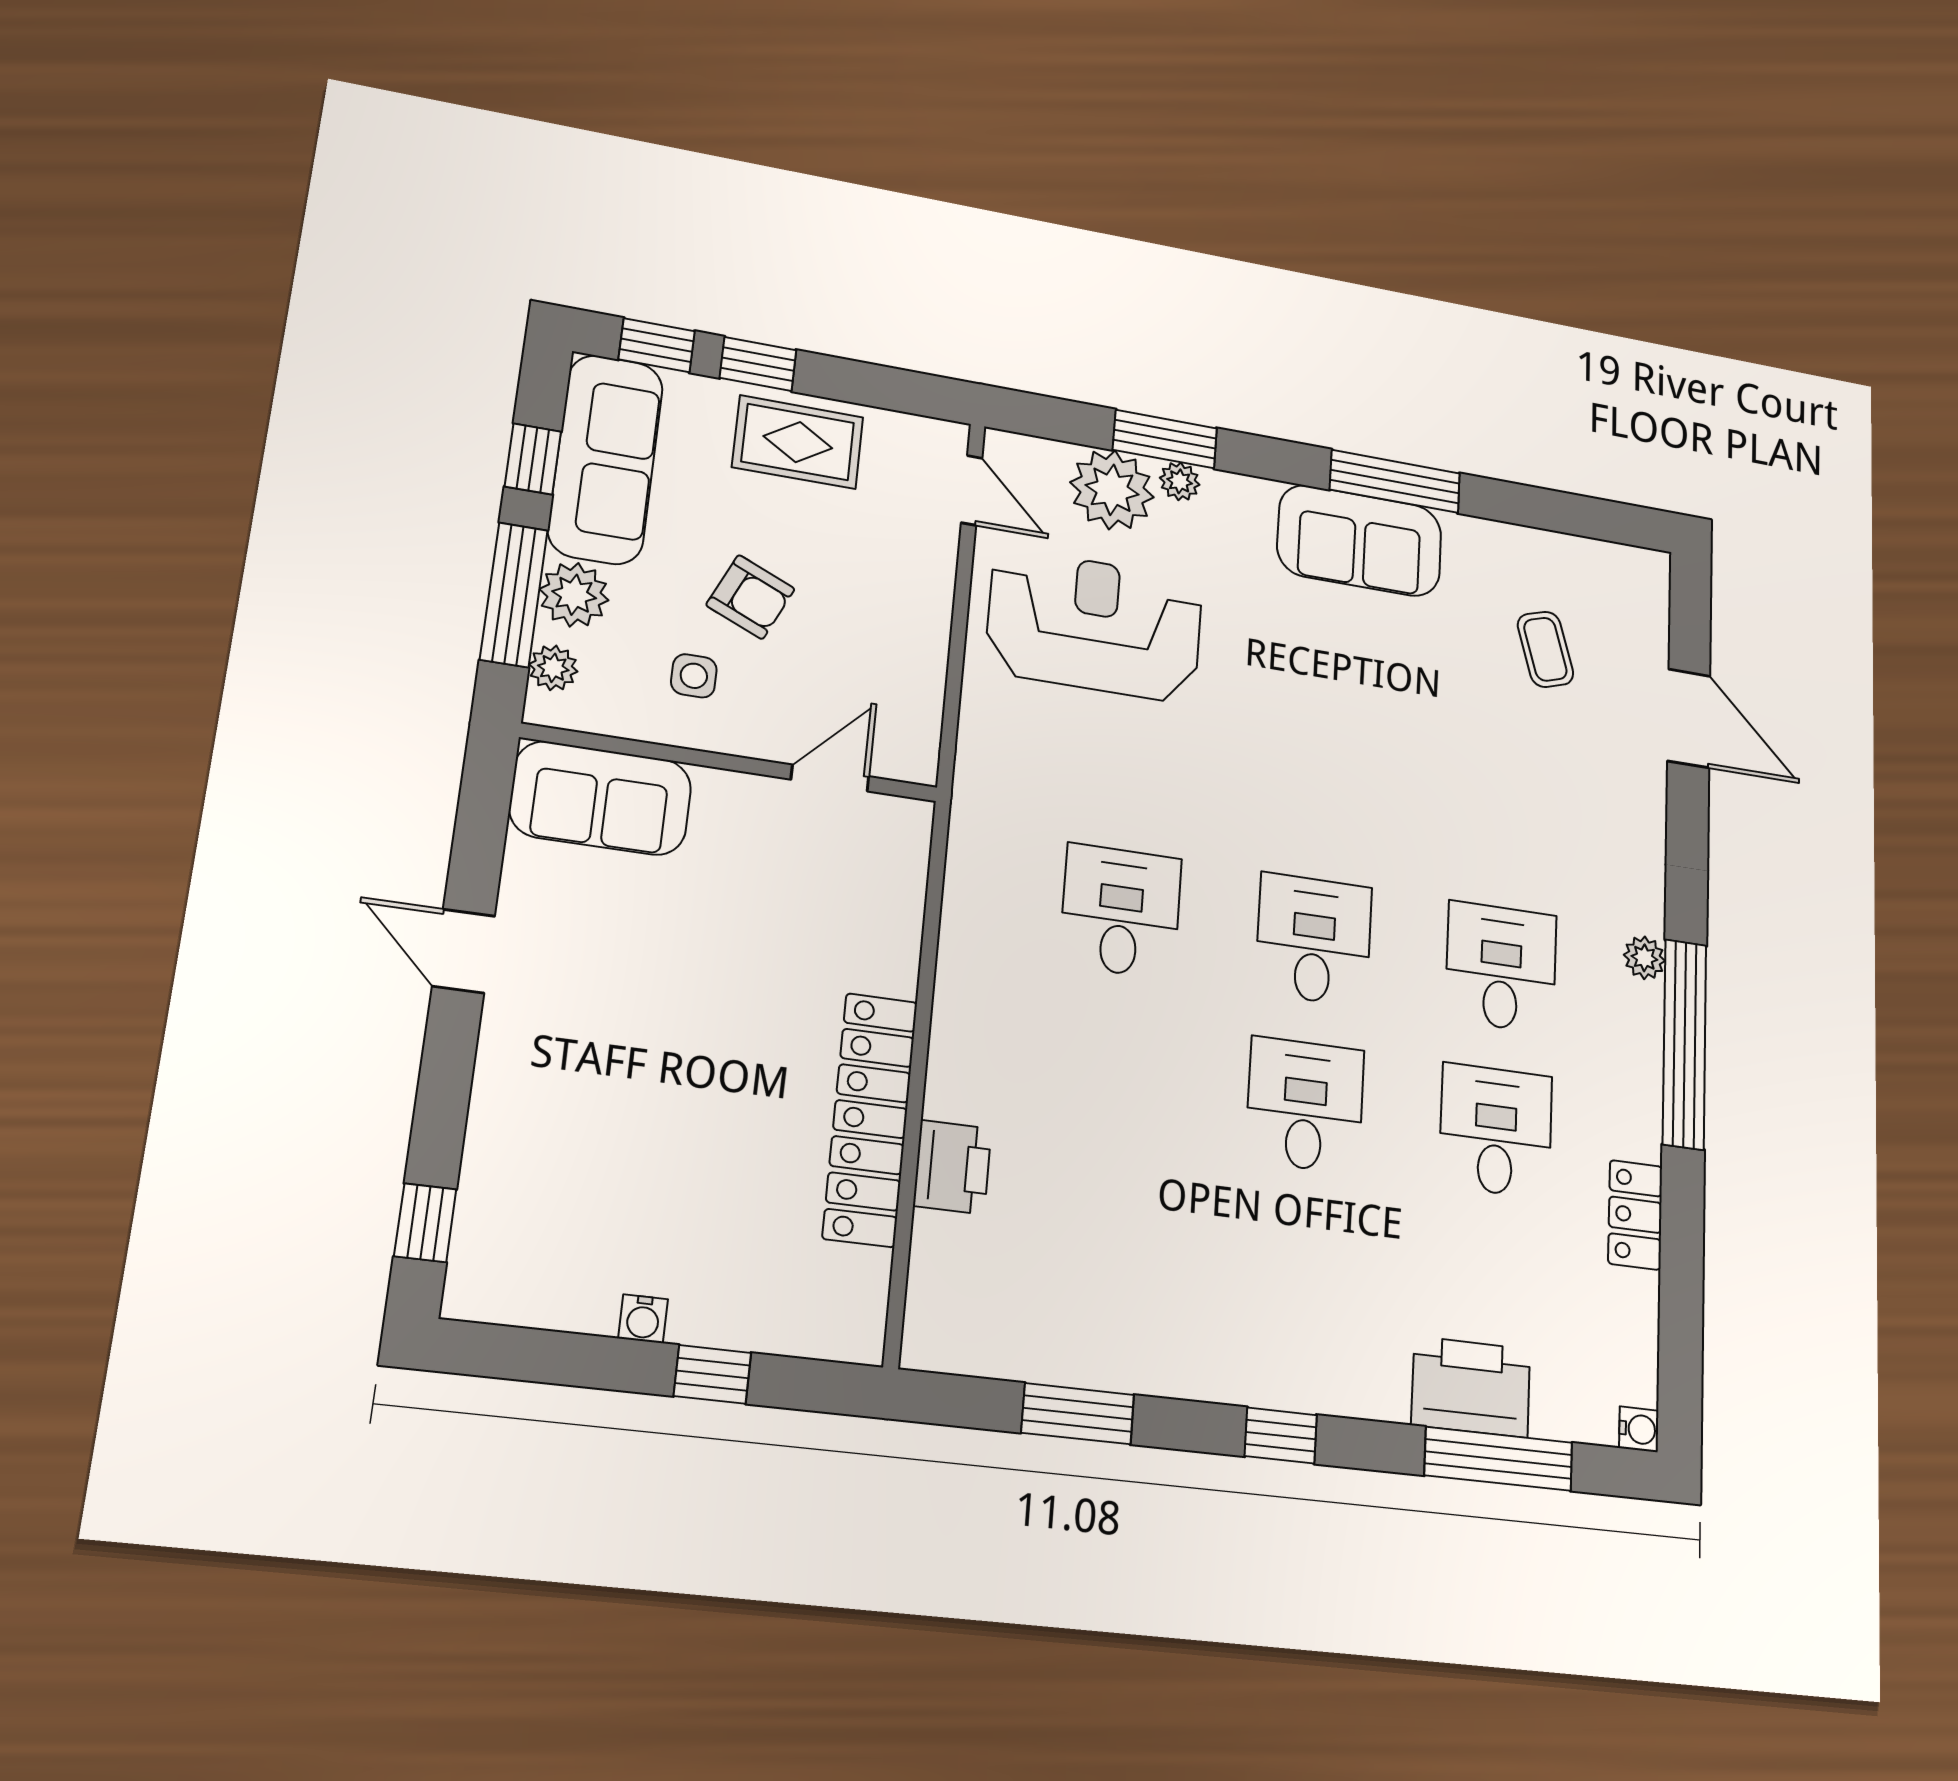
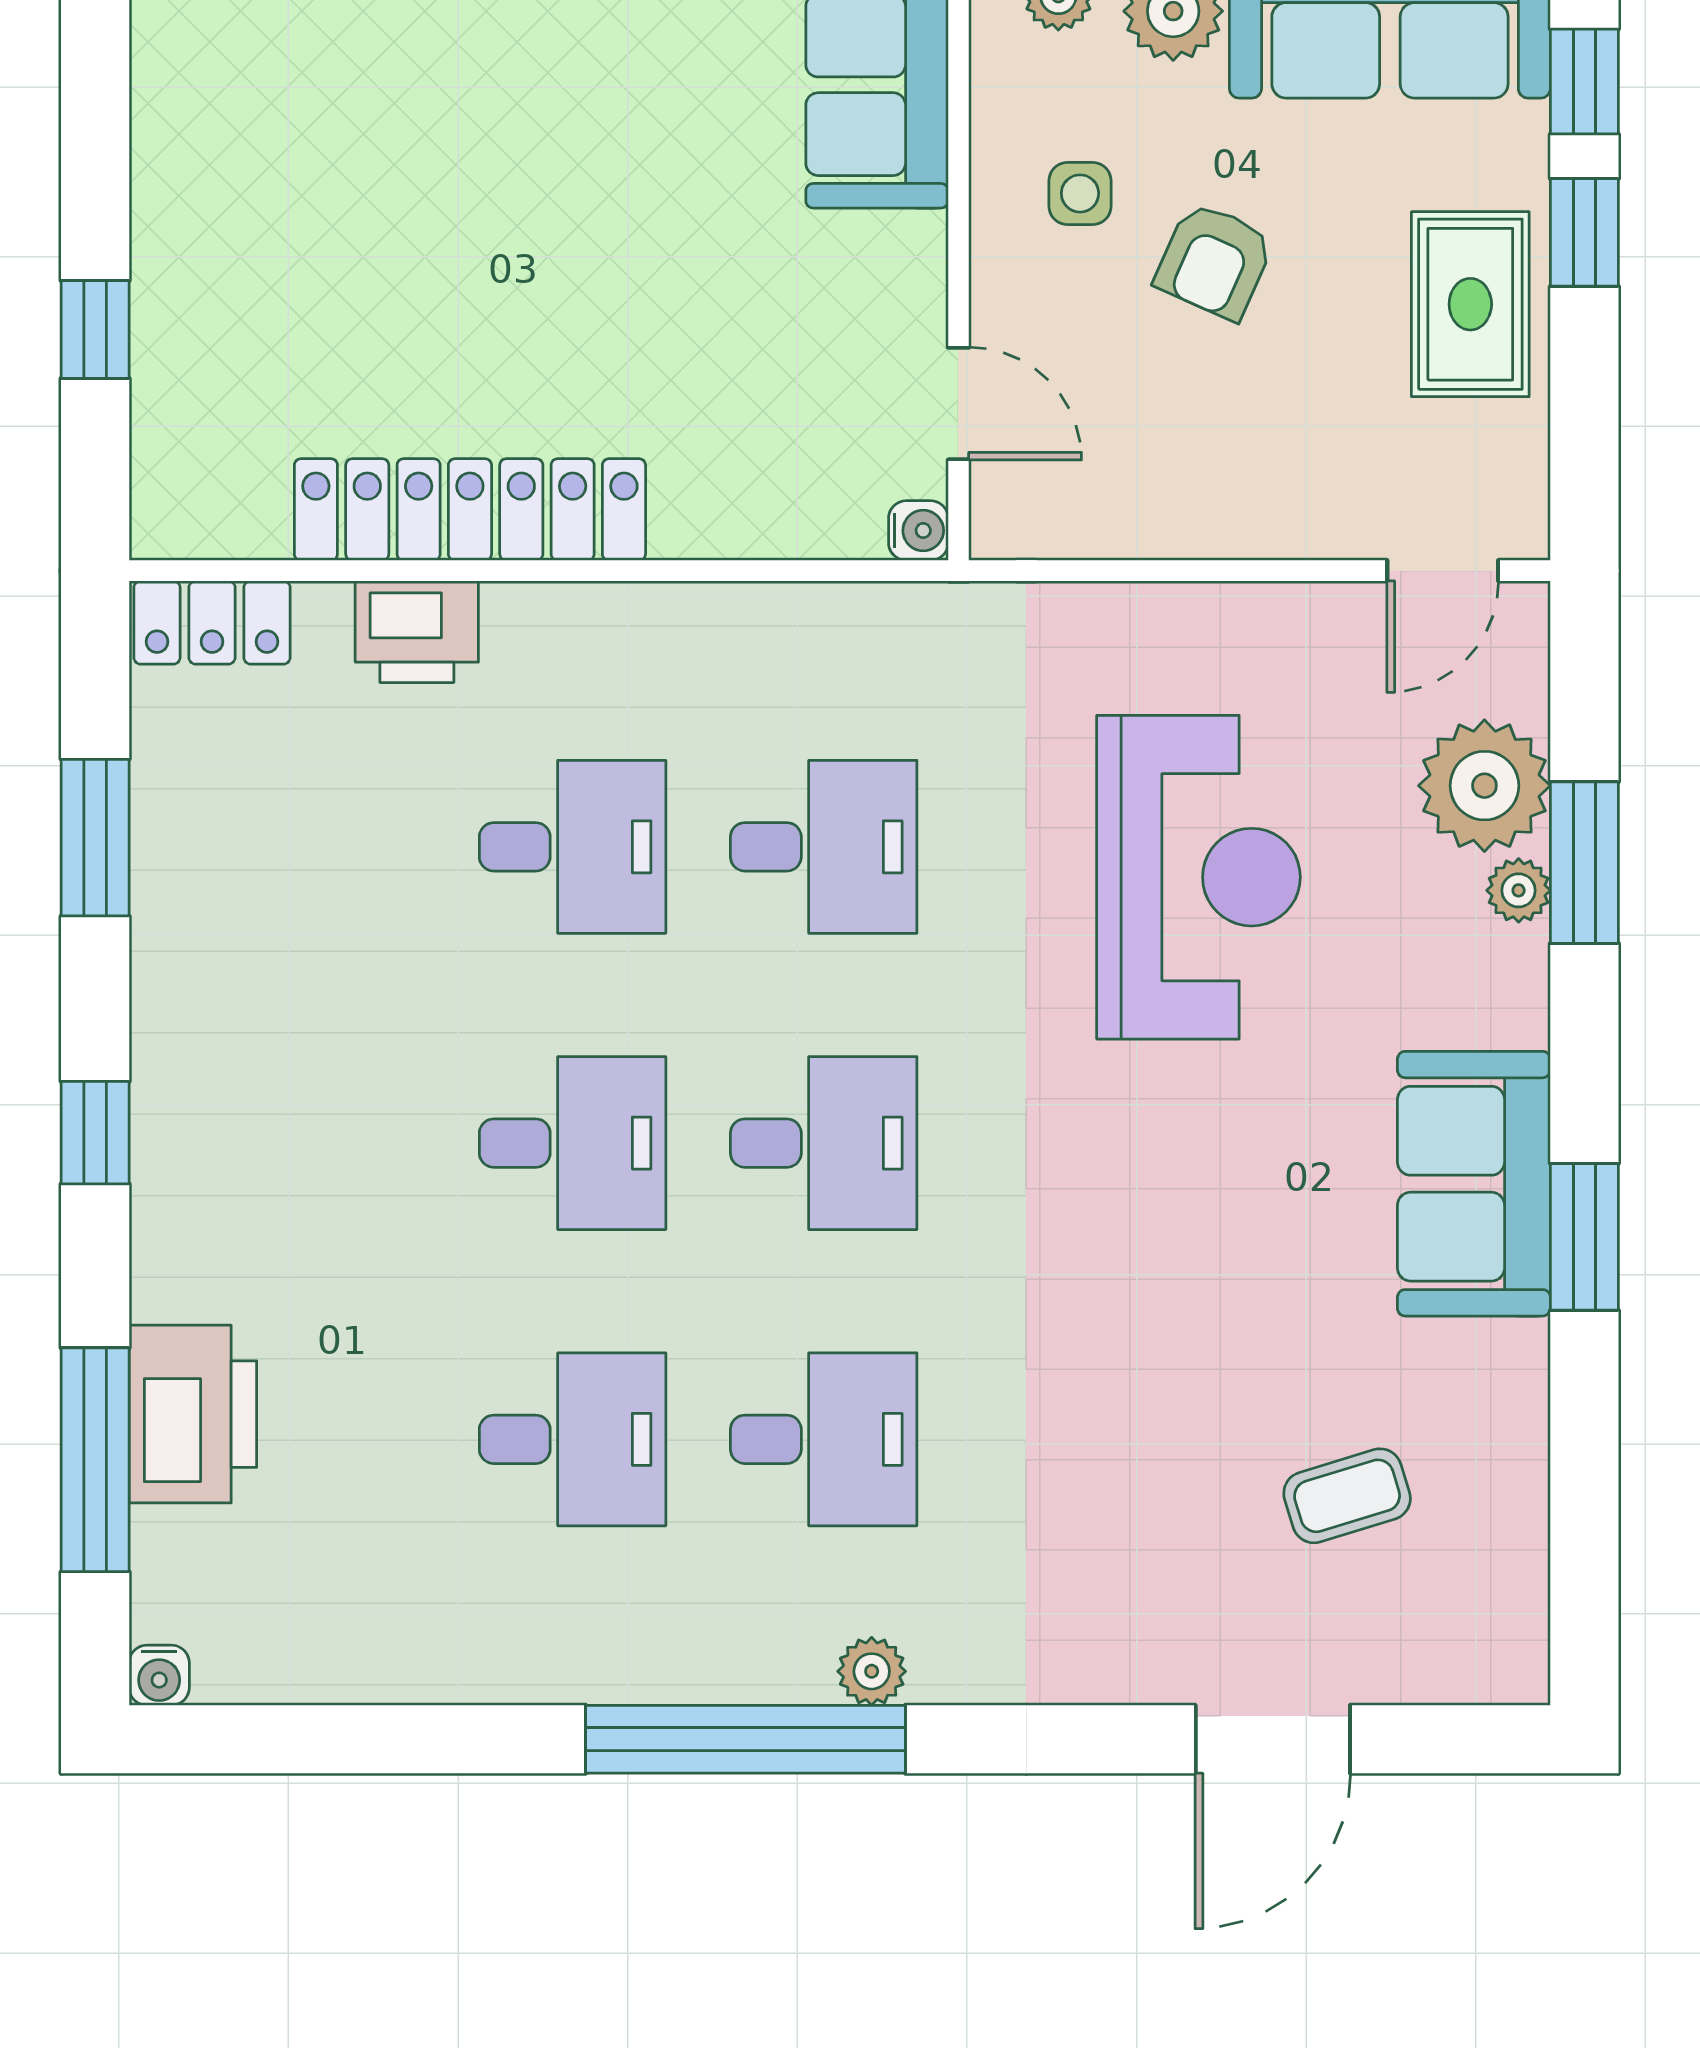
window: (1395, 481) -> (1584, 1237), width x0.69
reception desk: (1095, 625) -> (1199, 877), moved
desk: (1109, 1079) -> (573, 847), added
locker: (1635, 1215) -> (212, 622), moved, turned 180
water cooler: (643, 1319) -> (918, 531), moved, turned 180

